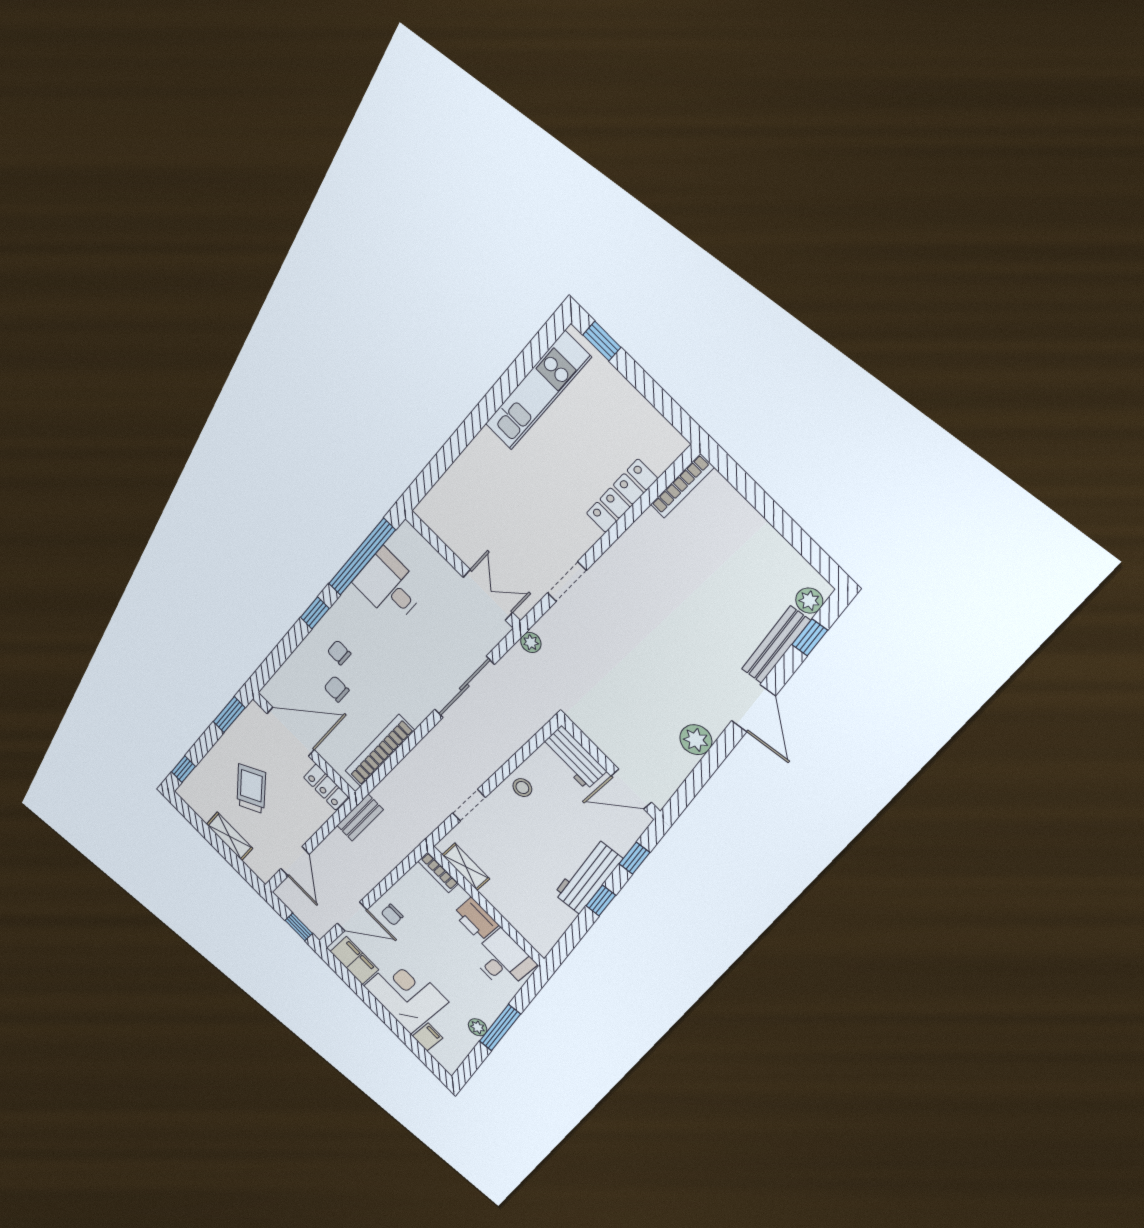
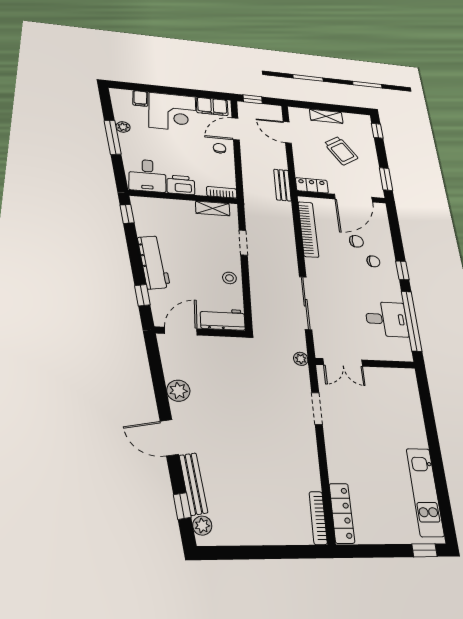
locker: (622, 496) -> (342, 513), moved
window: (601, 901) -> (127, 214), moved

